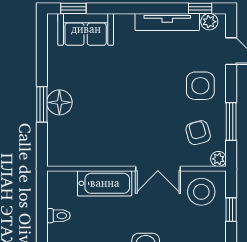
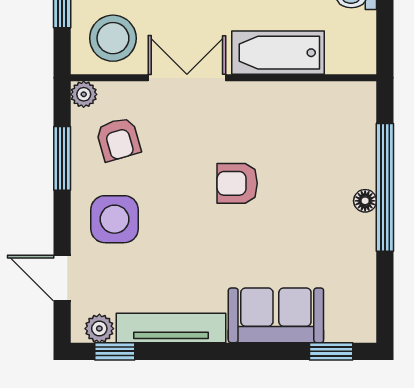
sofa: (86, 29) -> (276, 315), moved
floor lamp: (59, 102) -> (365, 201), width x0.53, depth x0.53
window: (42, 104) -> (385, 187), width x2.11
armchair: (128, 107) -> (237, 183), added

